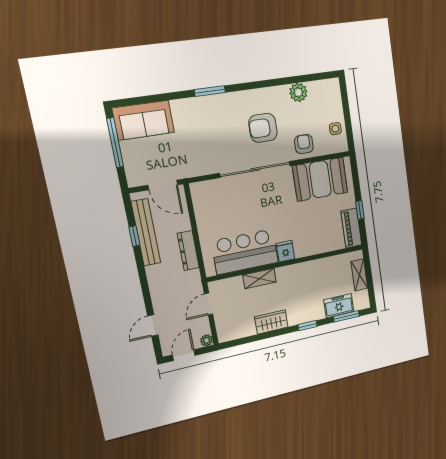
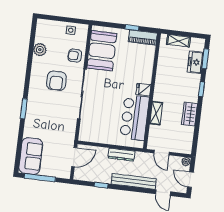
bench: (146, 232) -> (134, 181), moved

